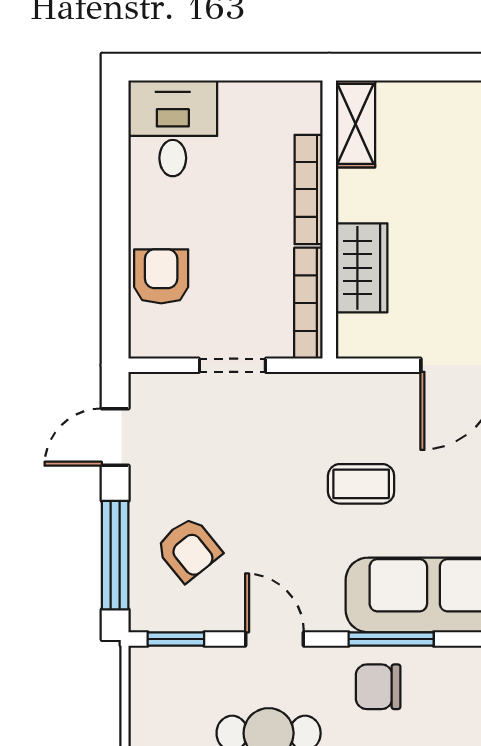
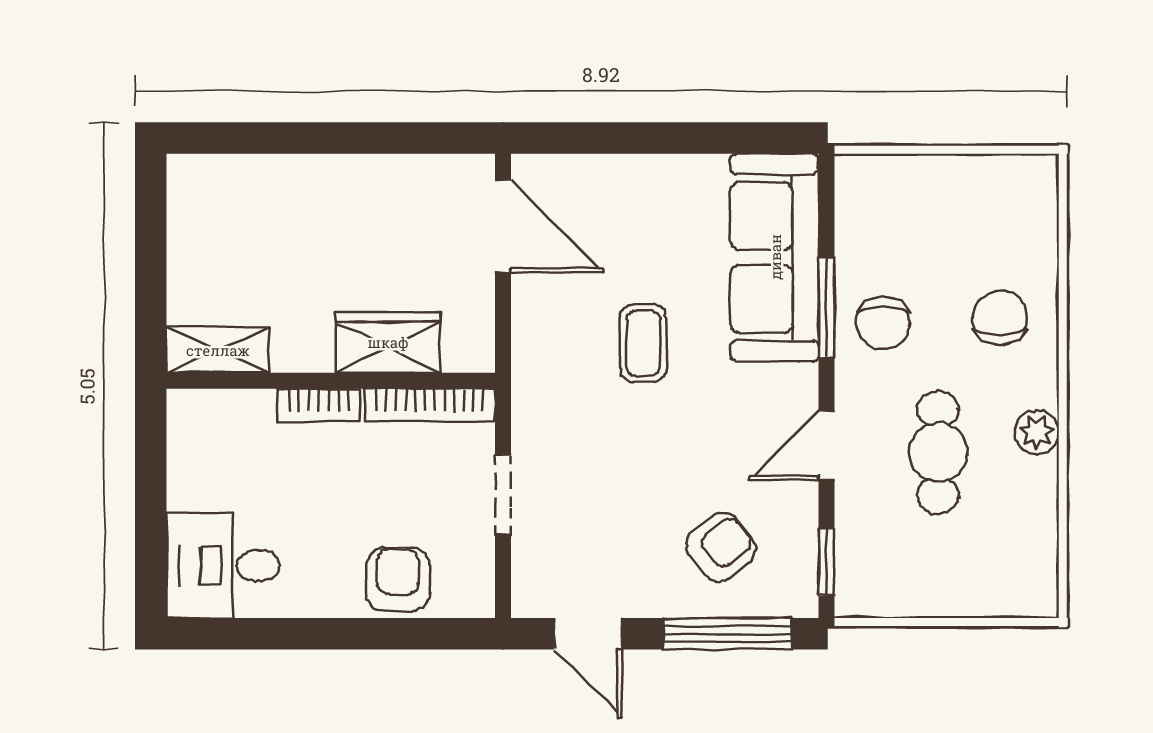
bookcase: (309, 189) -> (319, 405), width x0.64
armchair: (161, 276) -> (398, 579), turned 90

